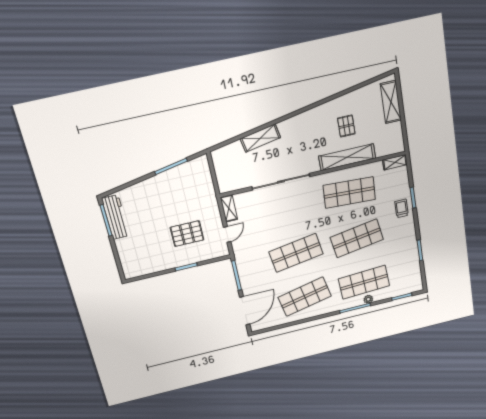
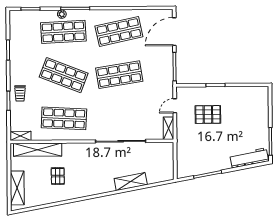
shelving: (347, 157) -> (38, 150), moved
workbench: (116, 217) -> (249, 158), moved, turned 79
shop shelf: (357, 238) -> (64, 75), turned 30

